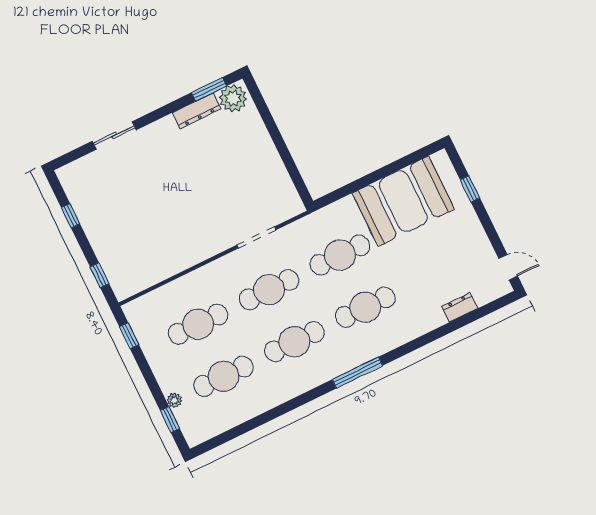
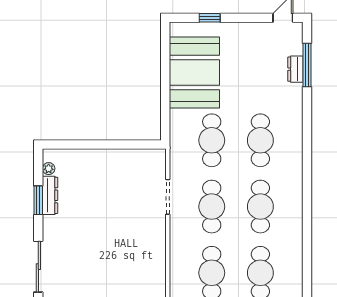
window: (209, 89) -> (38, 200), moved
plant: (233, 98) -> (49, 169), width x0.53, depth x0.53
sliding door: (114, 135) -> (38, 267), width x1.37
window: (357, 373) -> (307, 65), moved

